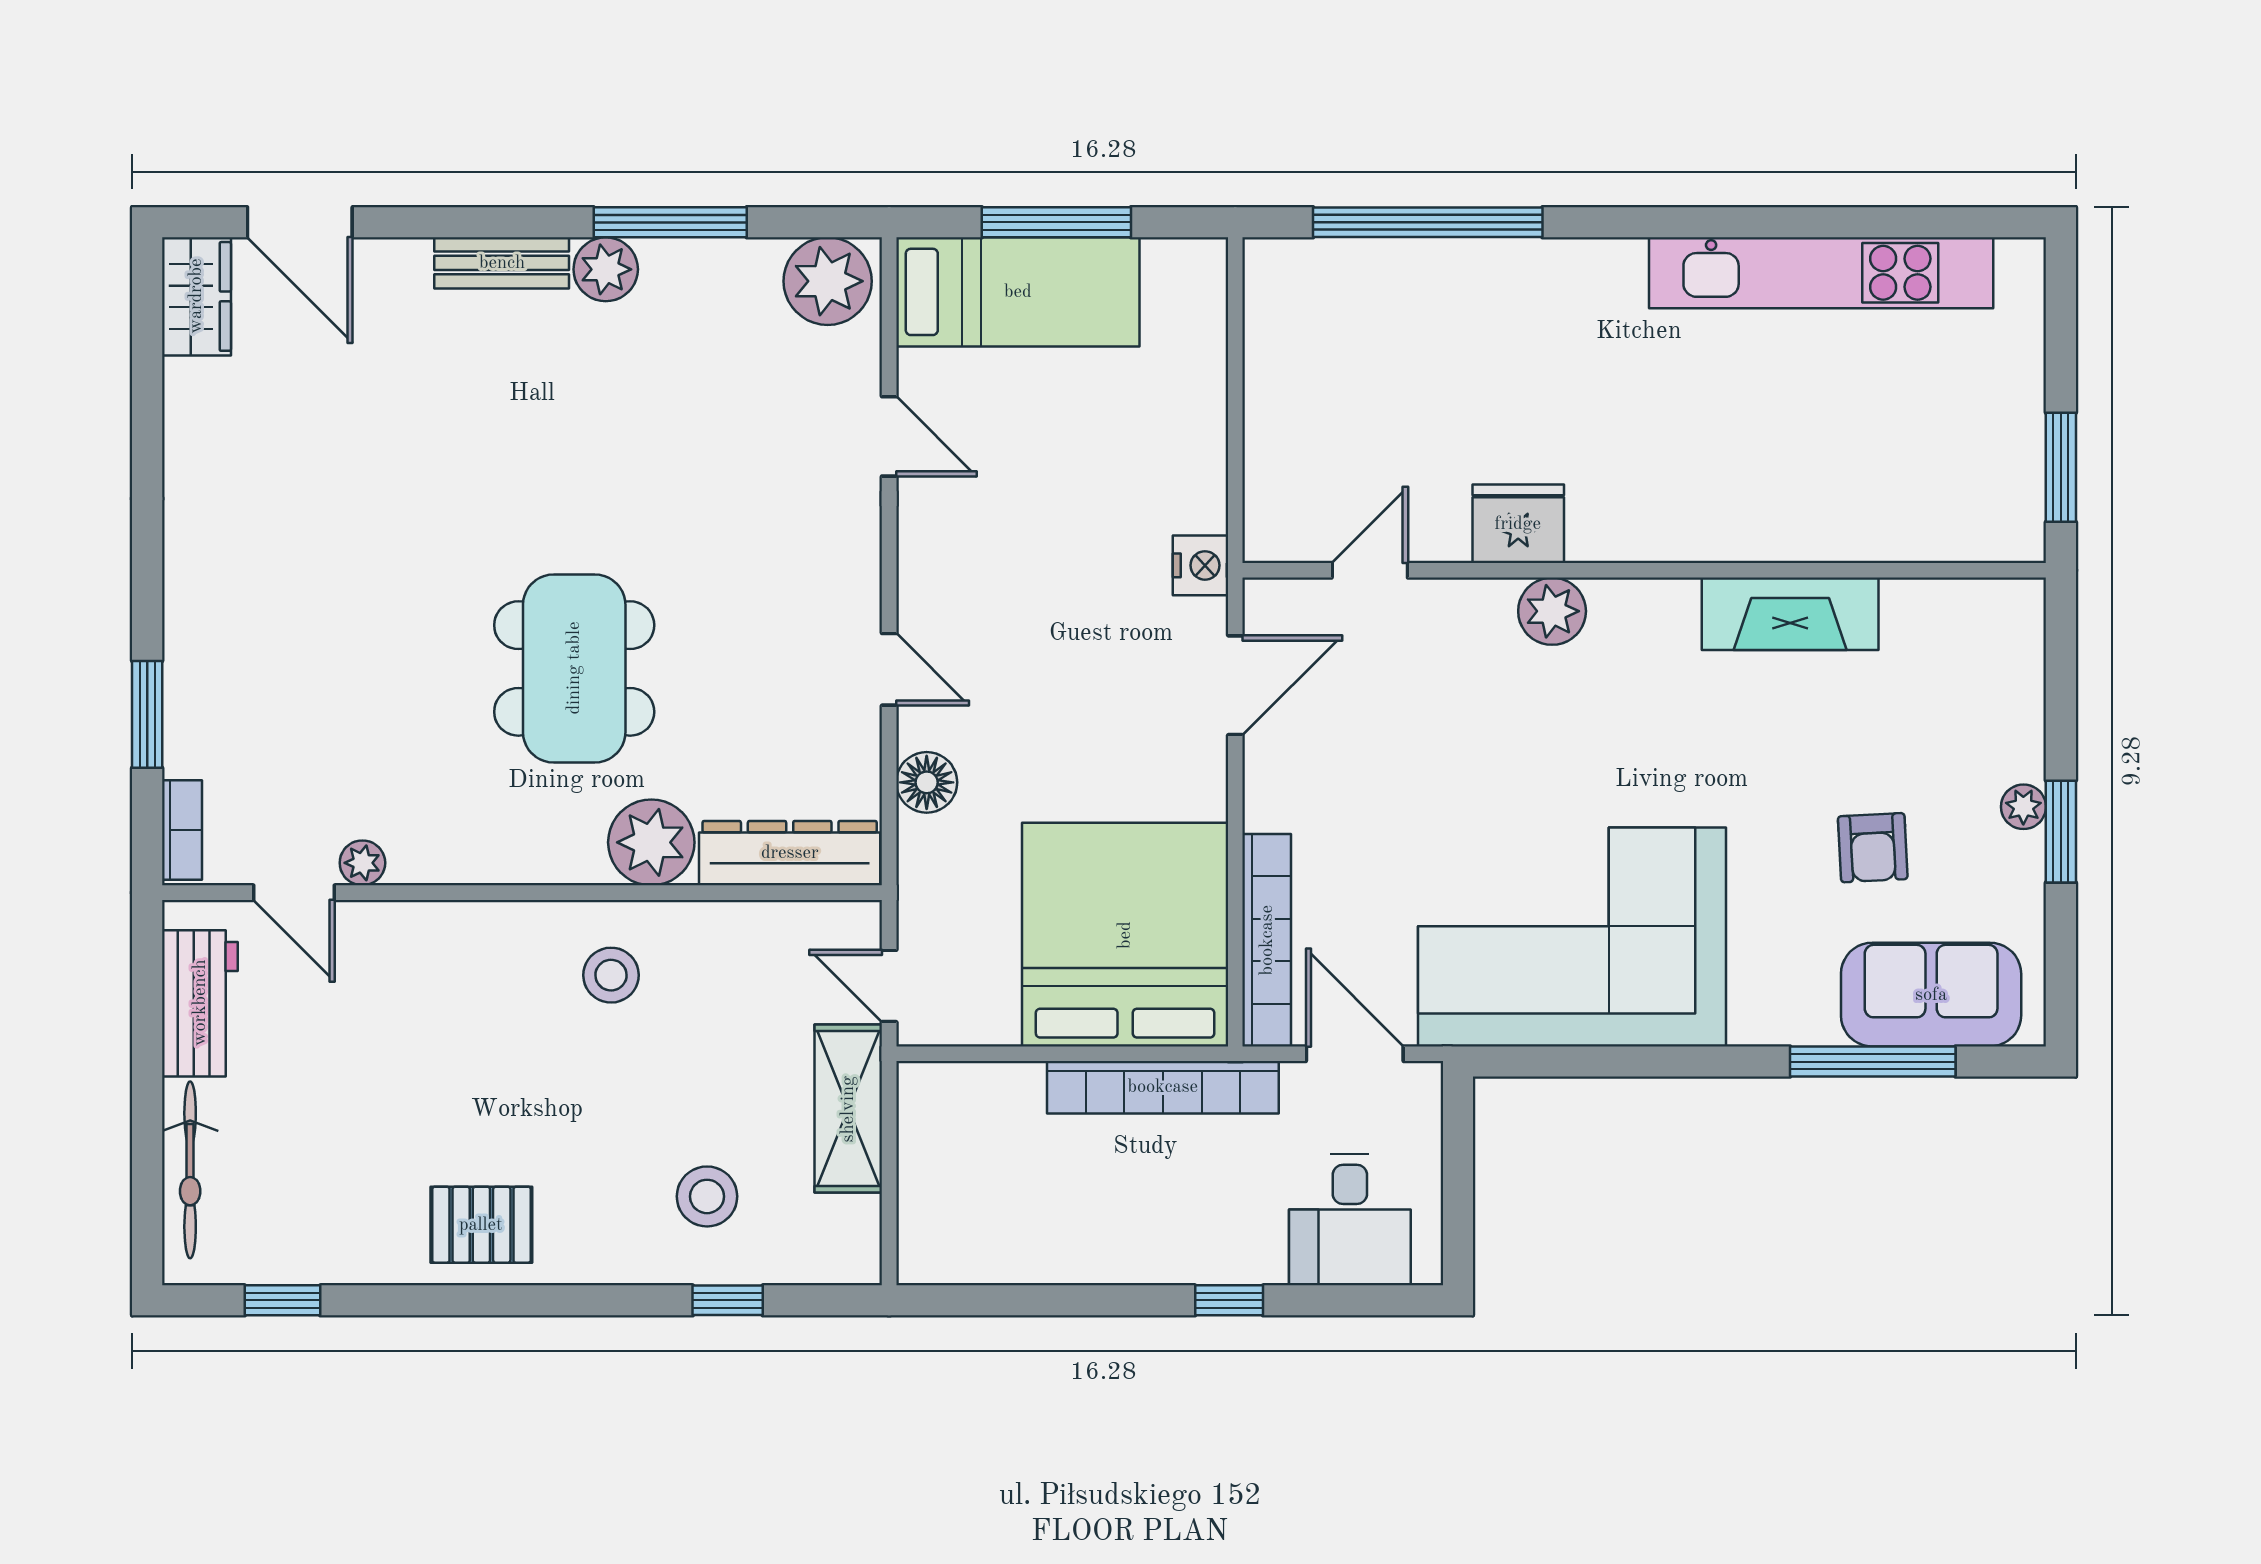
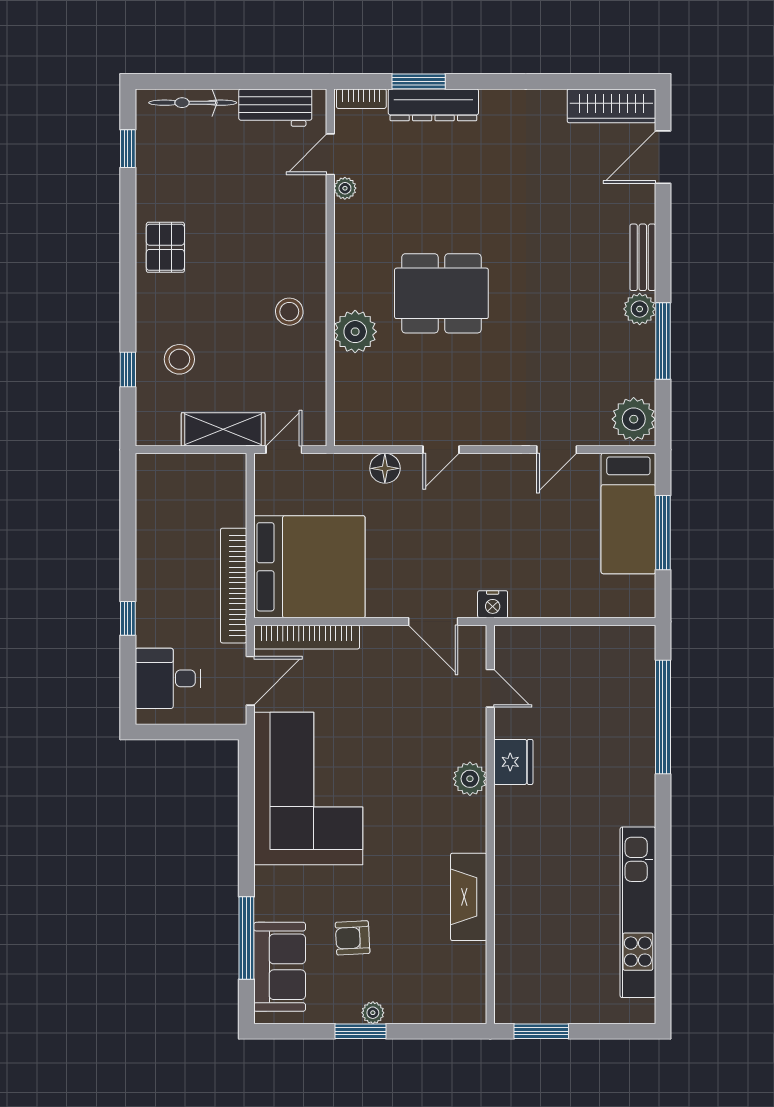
wardrobe: (196, 296) -> (611, 106), width x1.50
dresser: (790, 853) -> (433, 105), moved, turned 90

